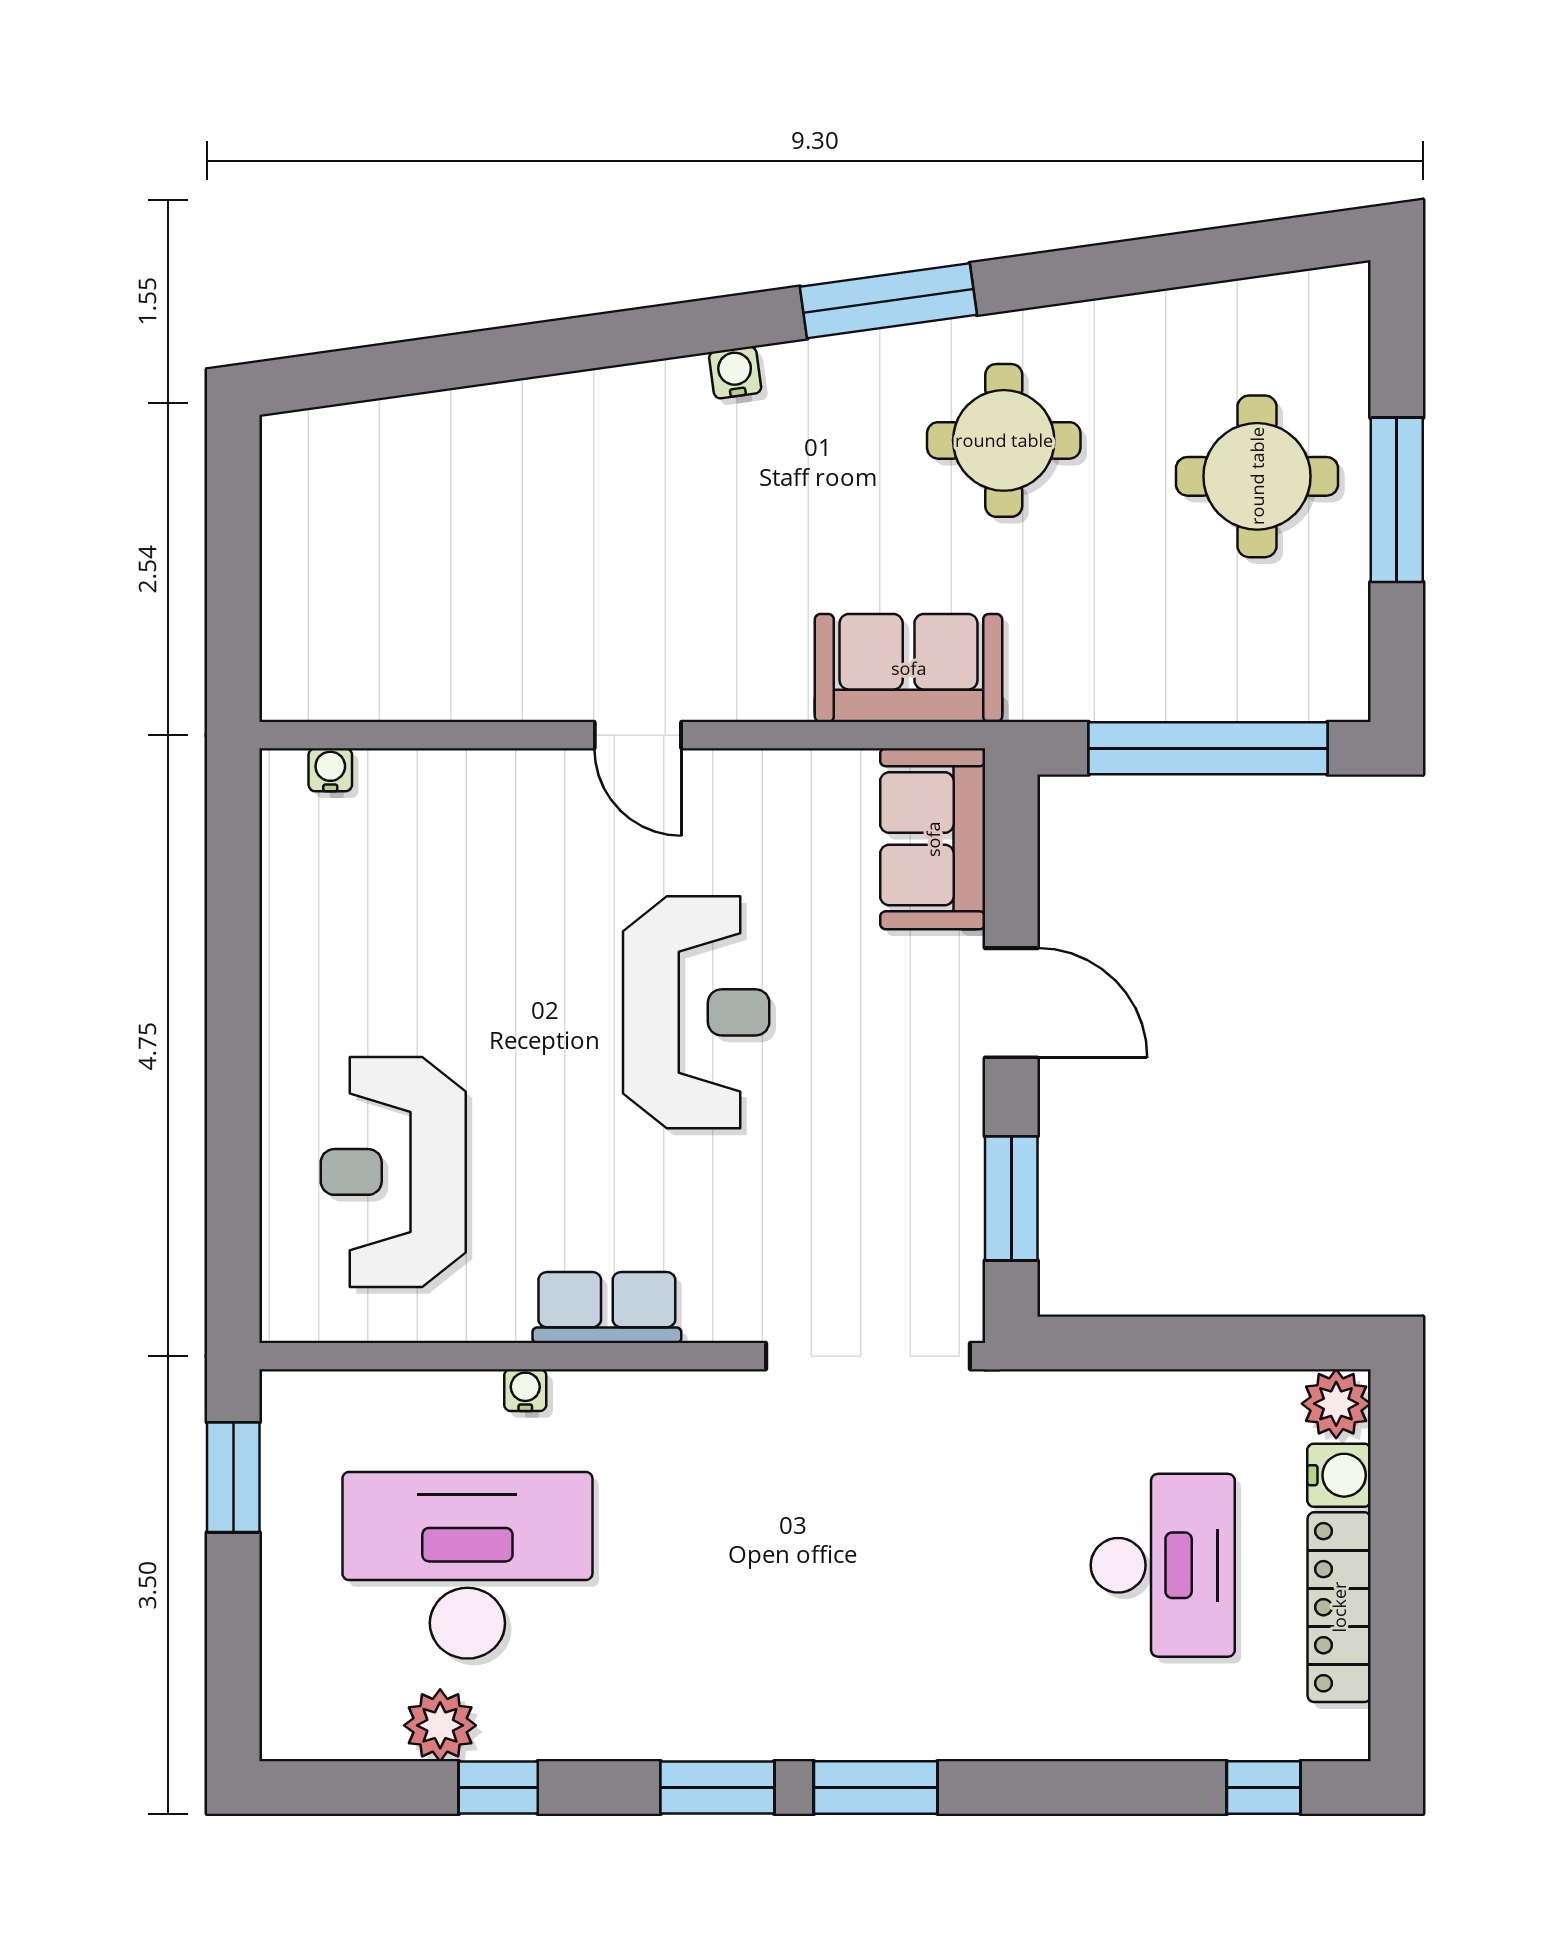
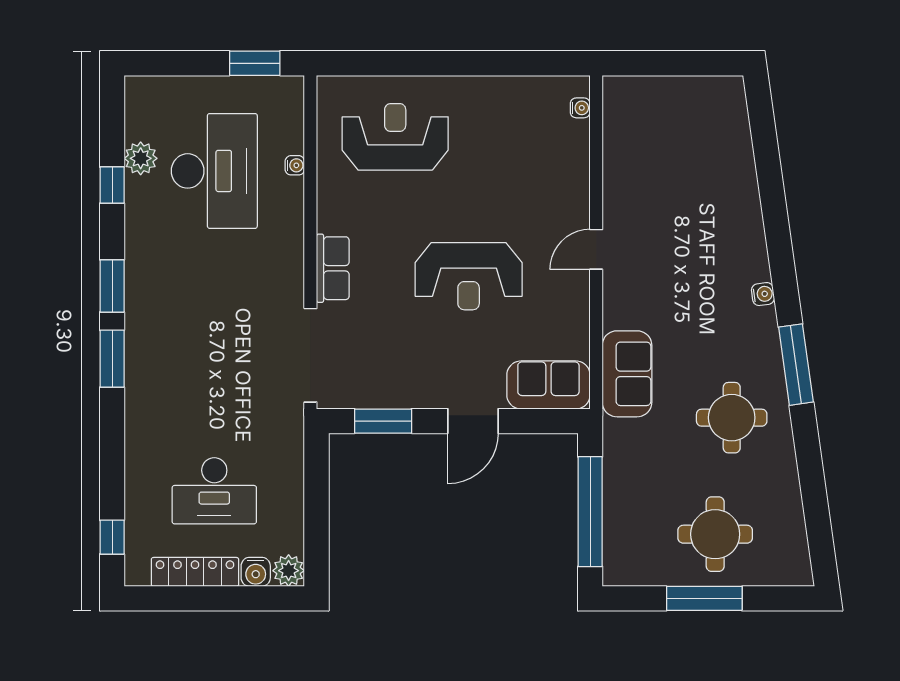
row of seats: (607, 1307) -> (333, 268), moved
water cooler: (525, 1390) -> (295, 165), moved

